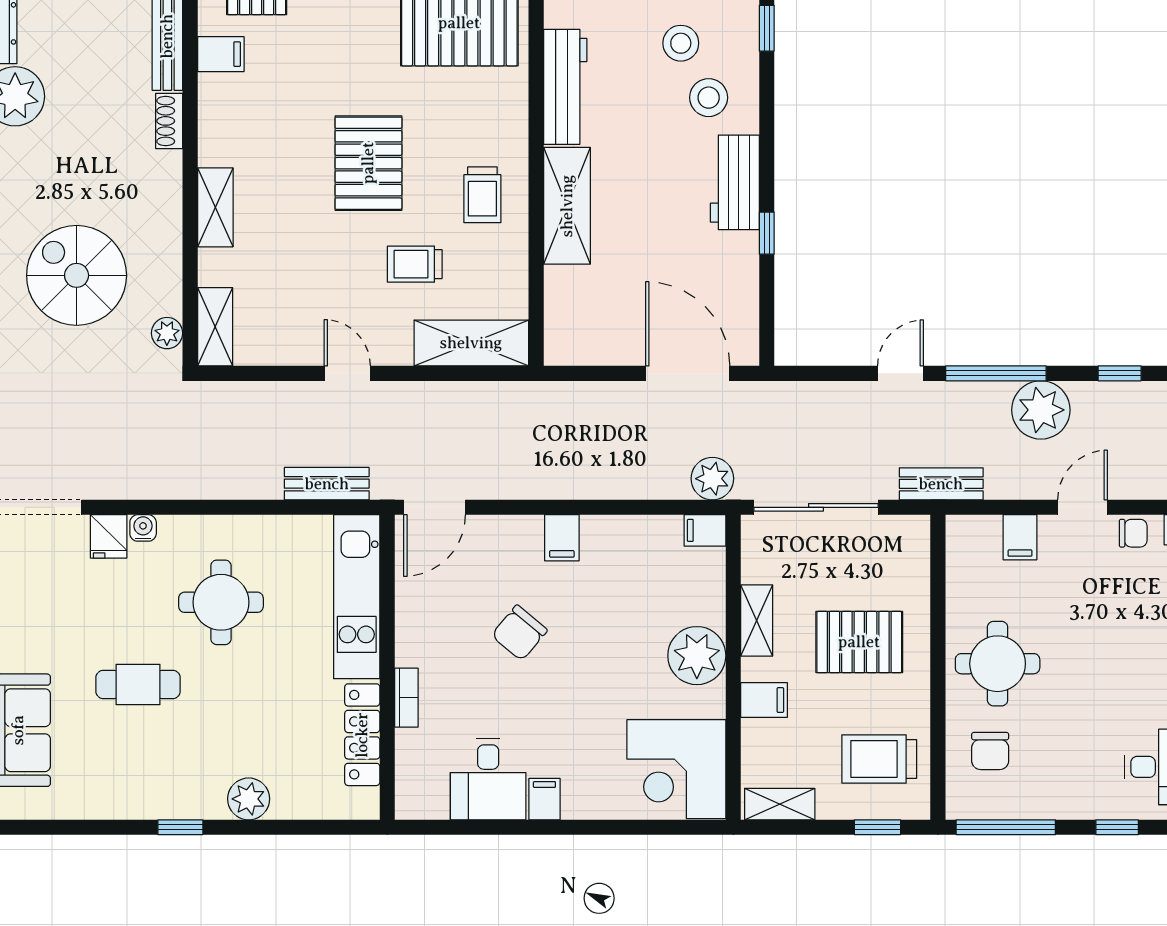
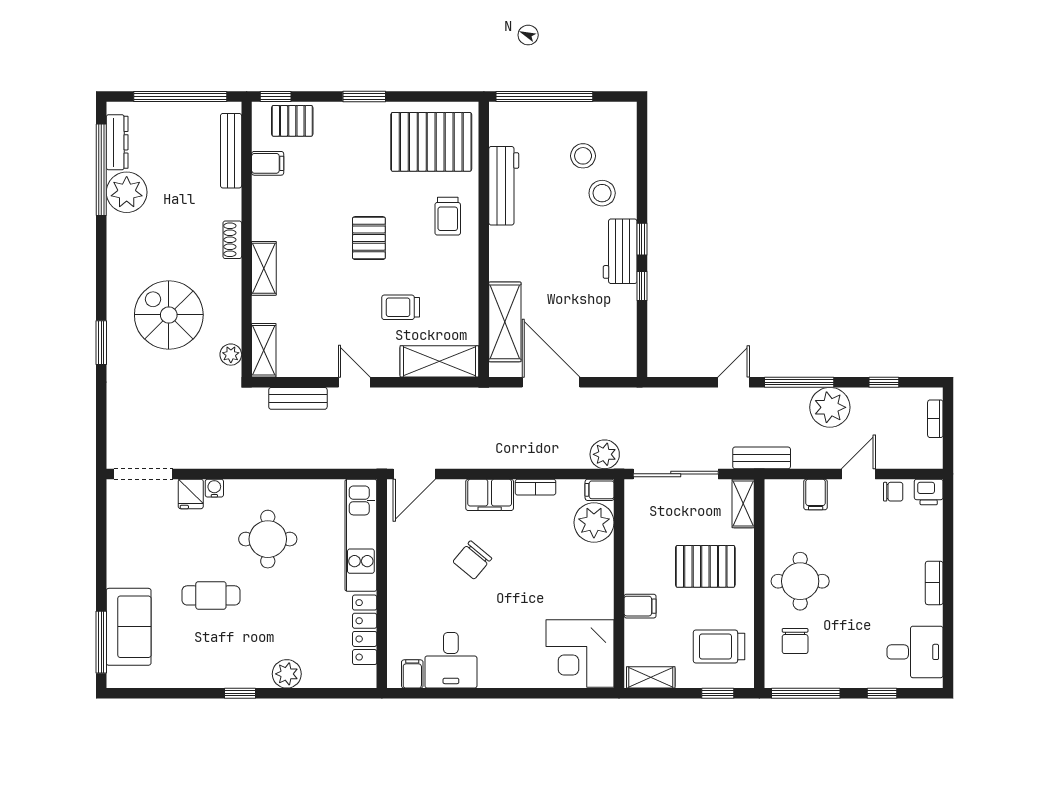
window: (767, 28) -> (642, 239), moved
shoe rack: (169, 121) -> (232, 240), moved
pallet: (368, 163) -> (369, 238), width x0.67, depth x0.71
trolley: (482, 195) -> (448, 216), moved
shelving: (567, 206) -> (505, 322), moved
door: (688, 373) -> (551, 382), moved
bench: (327, 484) -> (298, 398), moved
filing cabinet: (562, 538) -> (490, 495), width x2.00
shelving: (757, 621) -> (743, 503), moved
plant: (697, 656) -> (594, 523), moved
bookcase: (406, 698) -> (535, 487), moved, turned 90
filing cabinet: (544, 799) -> (412, 674), moved

